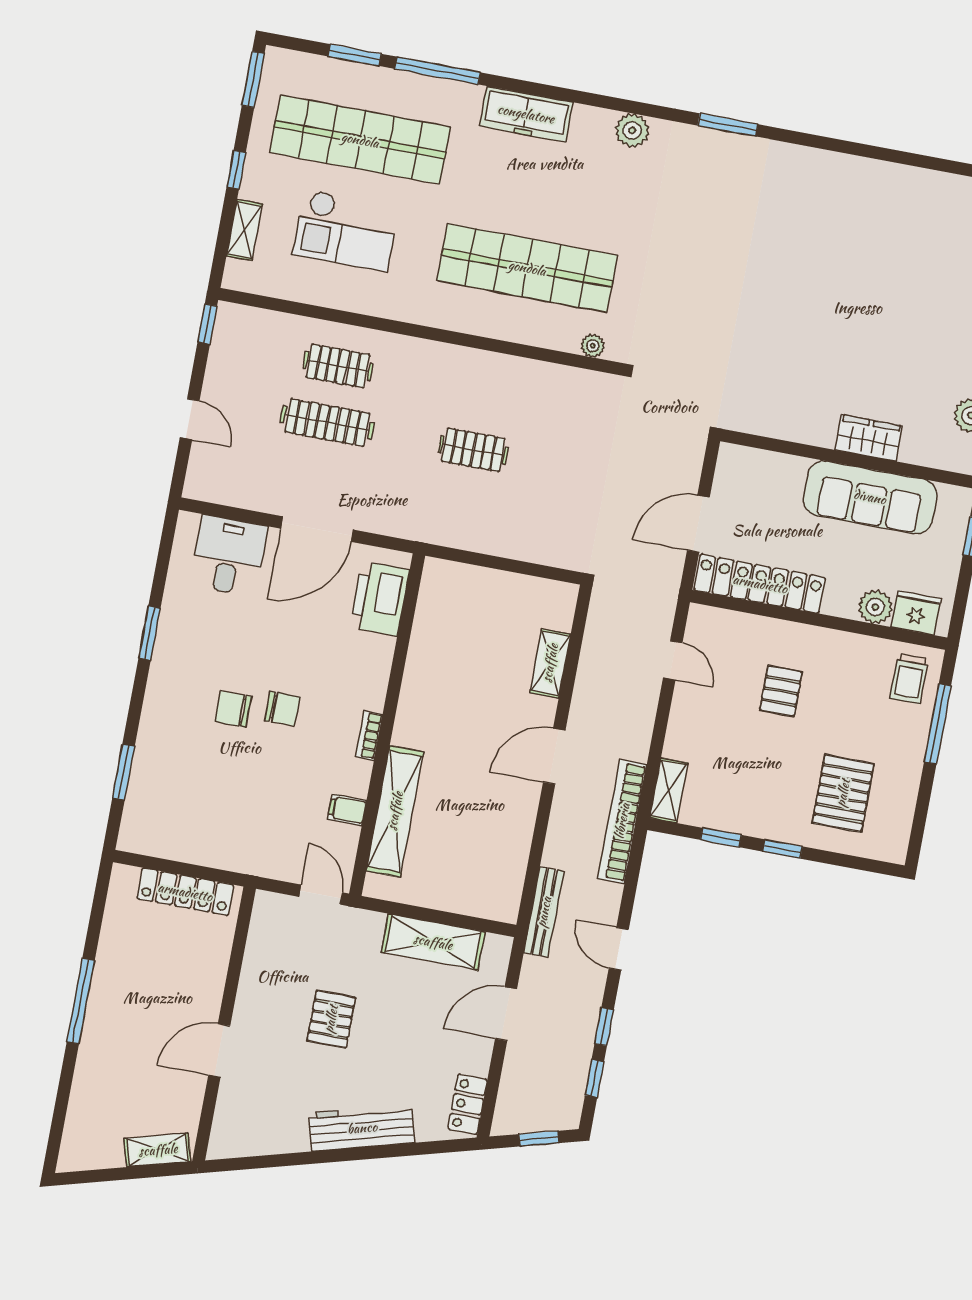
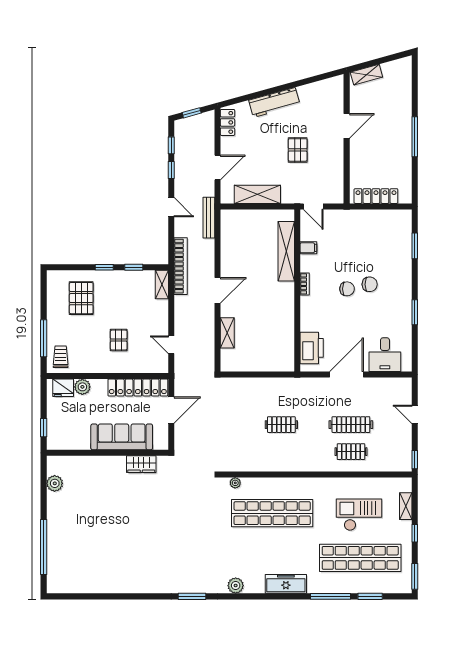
wardrobe: (869, 438) -> (141, 464), moved
sofa: (870, 497) -> (122, 437), moved
chair: (282, 709) -> (347, 289), turned 180

